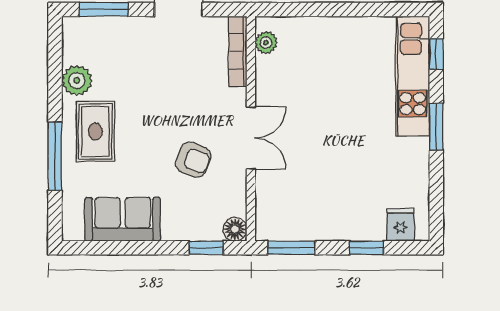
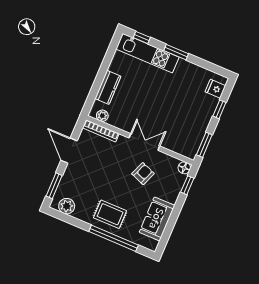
kitchen counter: (321, 31) -> (108, 87), added
plant: (77, 80) -> (67, 206), moved
window: (55, 156) -> (114, 238), width x1.46

